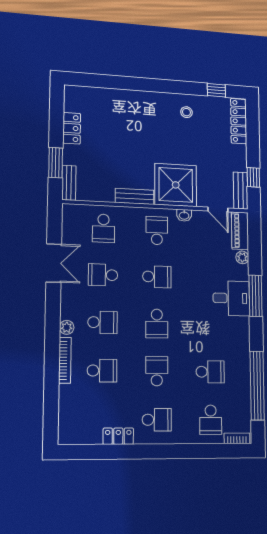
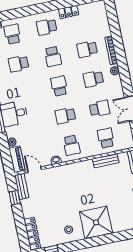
shower: (176, 185) -> (96, 222), moved
bench: (135, 196) -> (106, 161), moved

